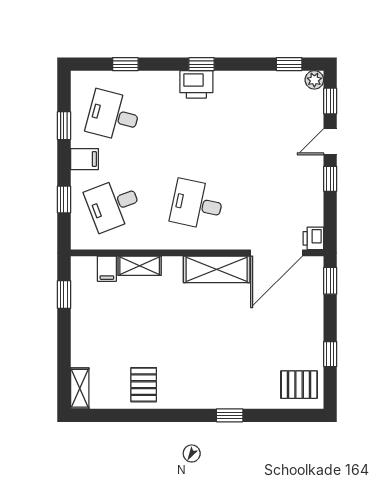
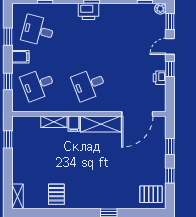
desk: (197, 204) -> (89, 85), turned -33
printer: (313, 238) -> (160, 78), moved
filing cabinet: (107, 269) -> (74, 124), moved
window: (330, 281) -> (170, 146), moved

